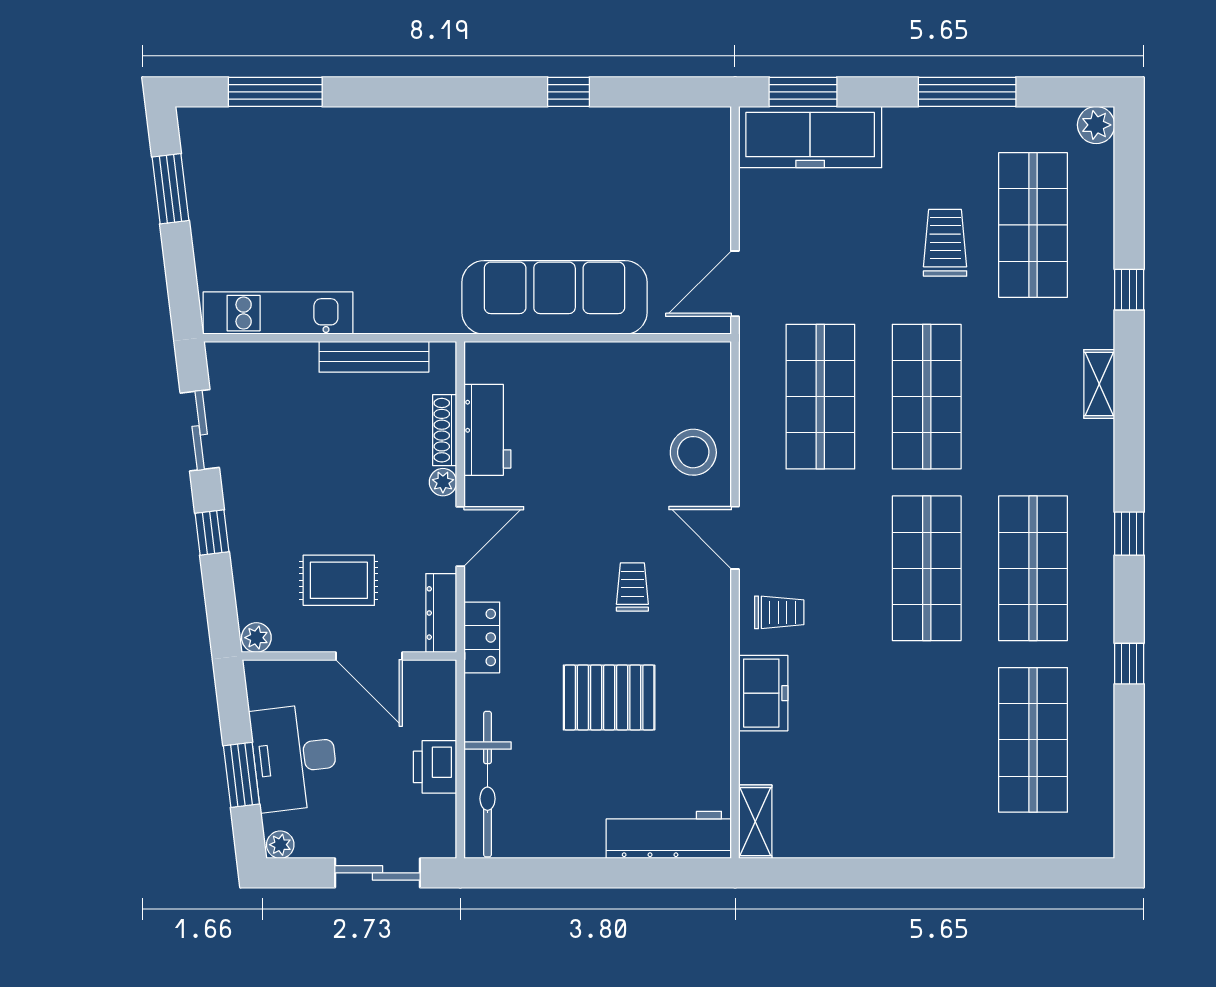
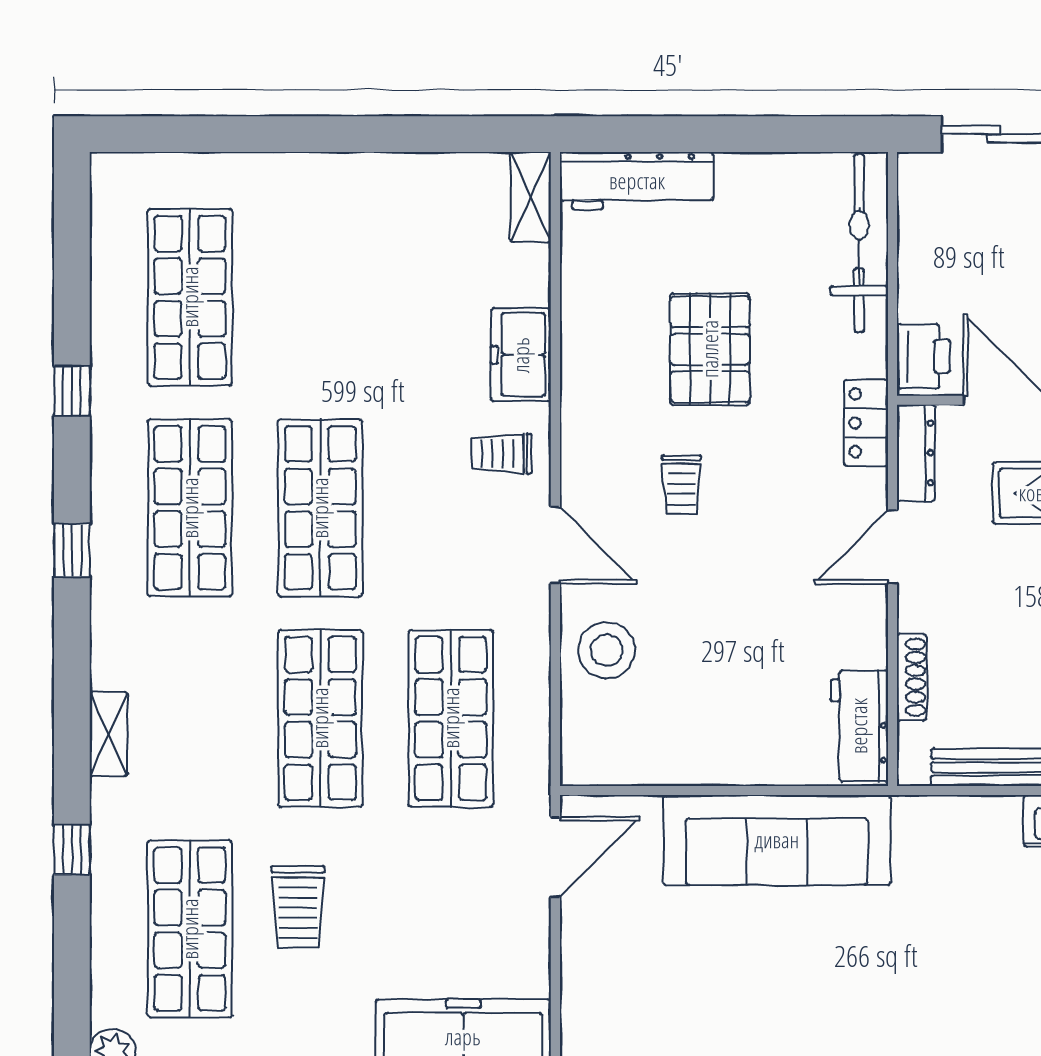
workbench: (487, 430) -> (859, 726), moved
plant: (443, 482) -> (914, 613), removed
pallet: (609, 698) -> (710, 349), turned 90
printer: (435, 767) -> (923, 356), moved

